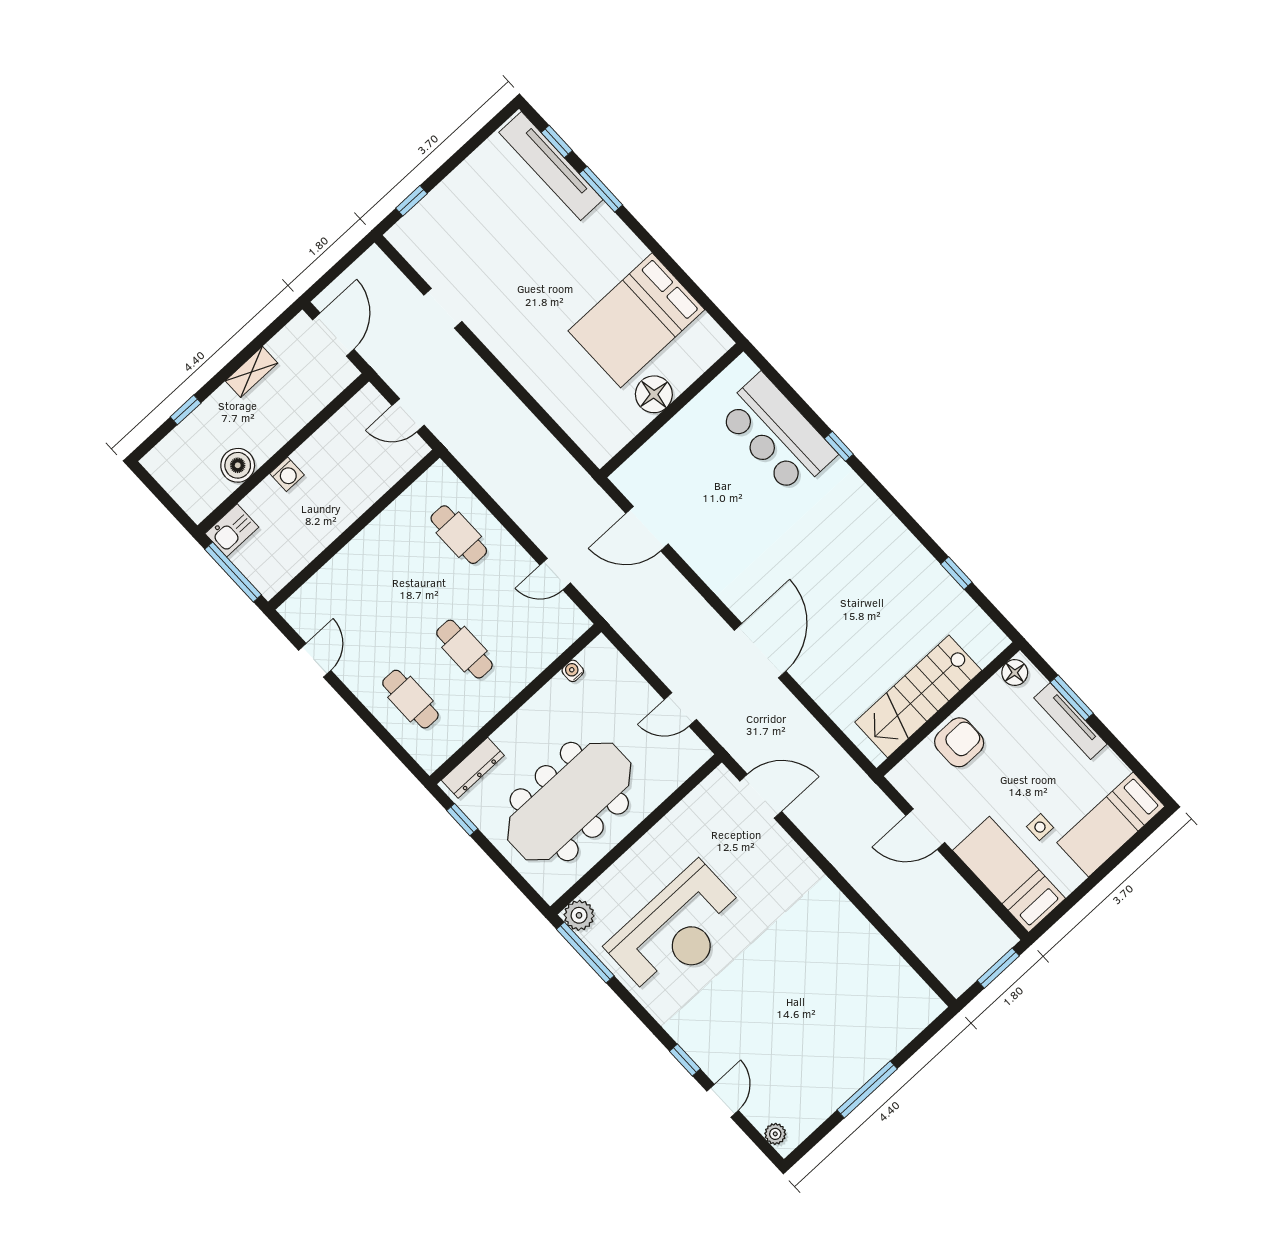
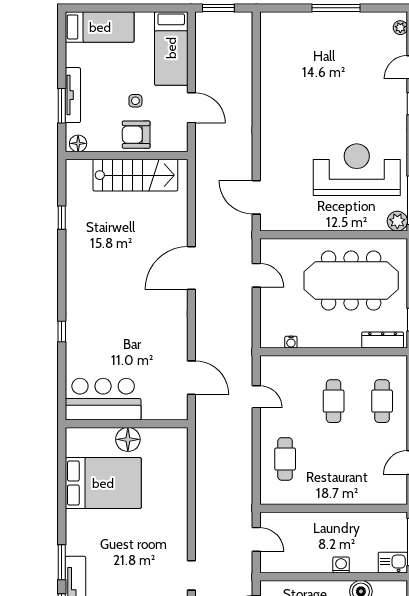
bar counter: (777, 434) -> (103, 399), moved, turned -90
side table: (1040, 827) -> (135, 101), moved

